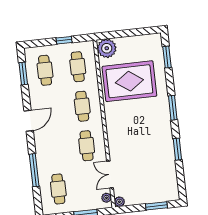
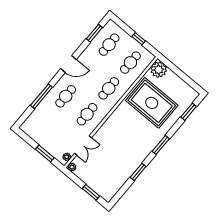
double door: (110, 175) -> (83, 145), swing flipped
cafe table: (58, 189) -> (66, 96), moved

